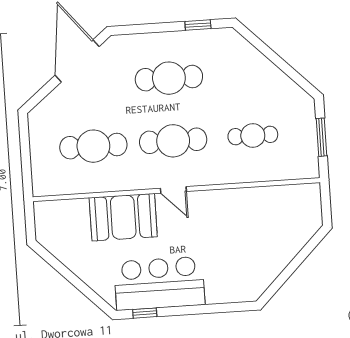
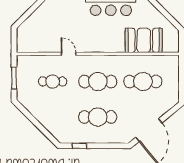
door: (173, 190) -> (69, 54), moved
booth: (123, 217) -> (144, 40), moved

